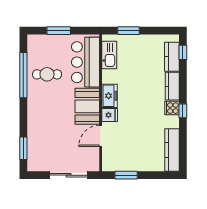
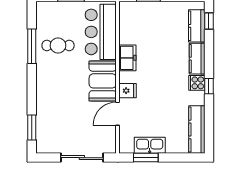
kitchen sink: (109, 55) -> (150, 145), moved, turned -90
window: (23, 75) -> (32, 46), width x0.68
freezer: (110, 96) -> (127, 58), moved

